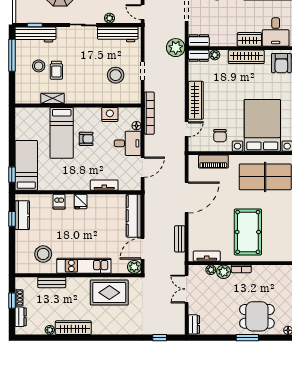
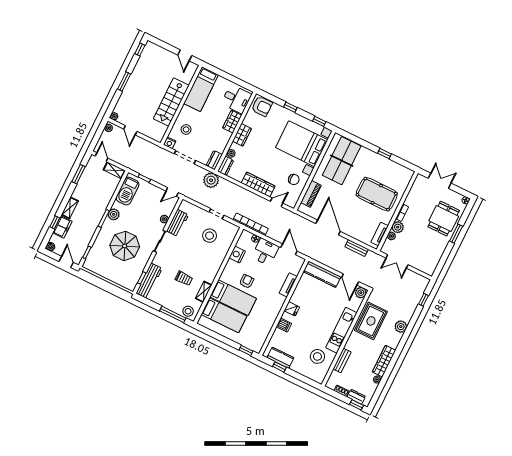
workbench: (118, 34) -> (178, 223), width x0.73
window: (12, 55) -> (173, 314), moved
wardrobe: (246, 57) -> (242, 135), width x0.67
stool: (39, 66) -> (188, 311), moved
door: (187, 129) -> (277, 202), hinge flipped
bed: (26, 165) -> (224, 315), moved, turned 180
window: (12, 301) -> (357, 405), moved
dresser: (194, 324) -> (426, 269), removed
plant: (119, 327) -> (401, 327), added

